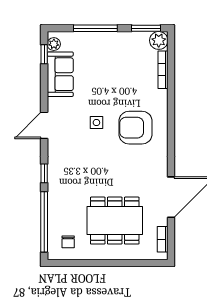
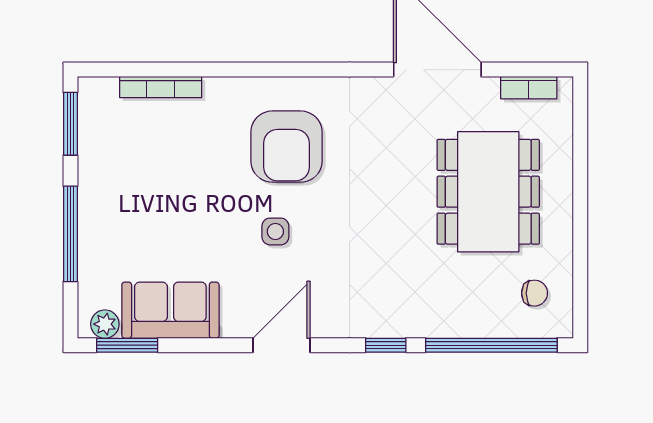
plant: (159, 40) -> (97, 96), removed
window: (44, 54) -> (127, 345), width x1.50
door: (44, 125) -> (282, 345), swing flipped

